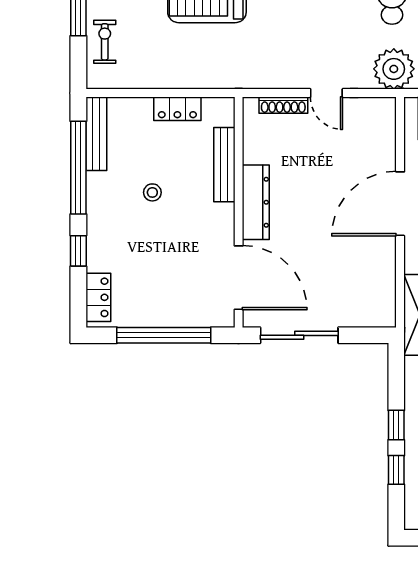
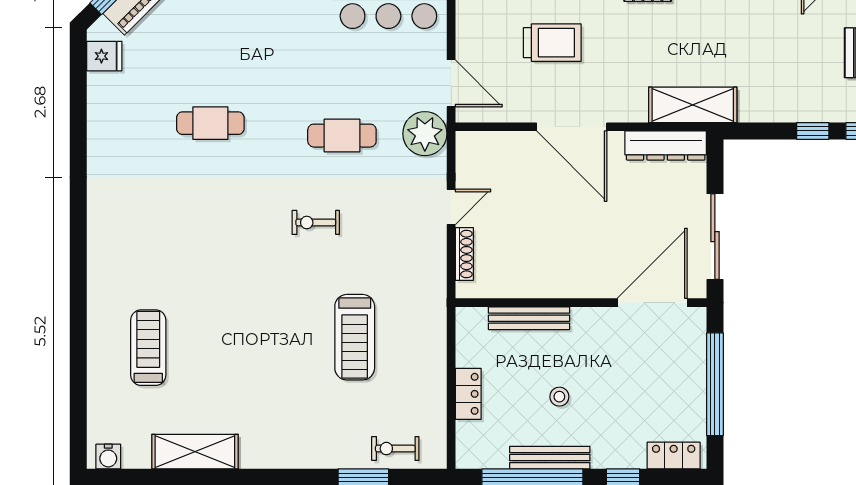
locker: (177, 109) -> (468, 394), moved
bench: (96, 134) -> (550, 458), moved
dresser: (256, 202) -> (666, 146), moved, turned 180

